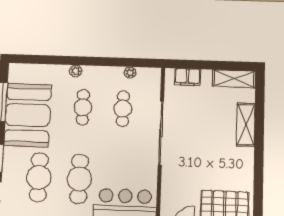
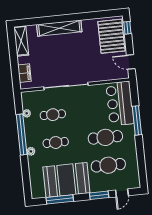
window: (101, 62) -> (22, 135), added
shelving: (246, 125) -> (59, 28), width x1.47

